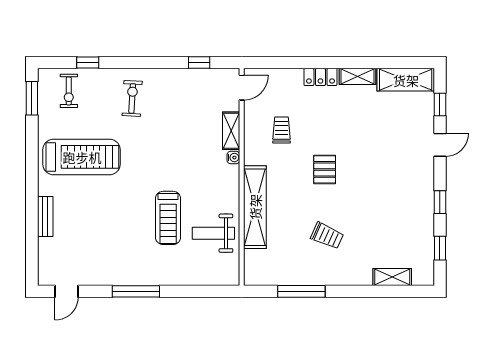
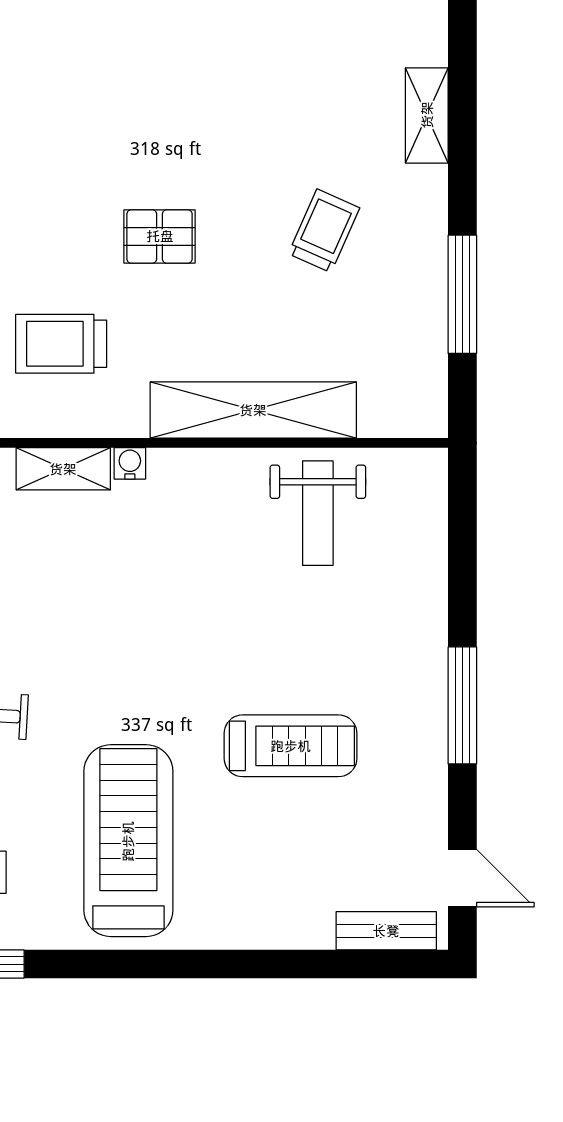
trolley: (282, 130) -> (61, 344), width x1.36, depth x1.39
bench: (45, 216) -> (386, 931), moved
treadmill: (168, 218) -> (291, 746), moved
shelving: (392, 277) -> (427, 115), moved

